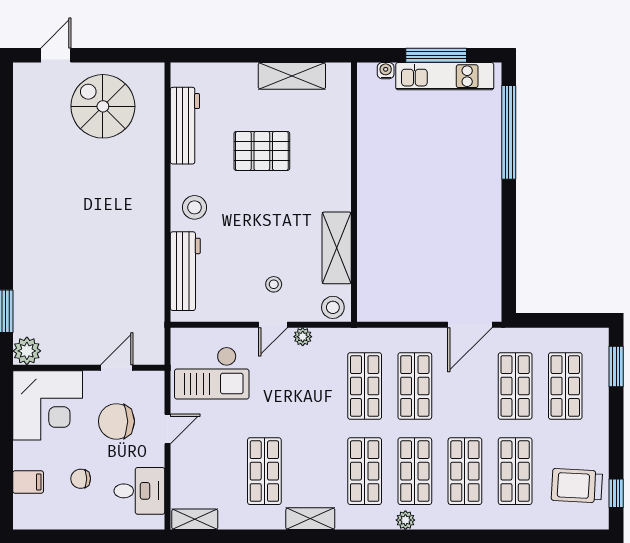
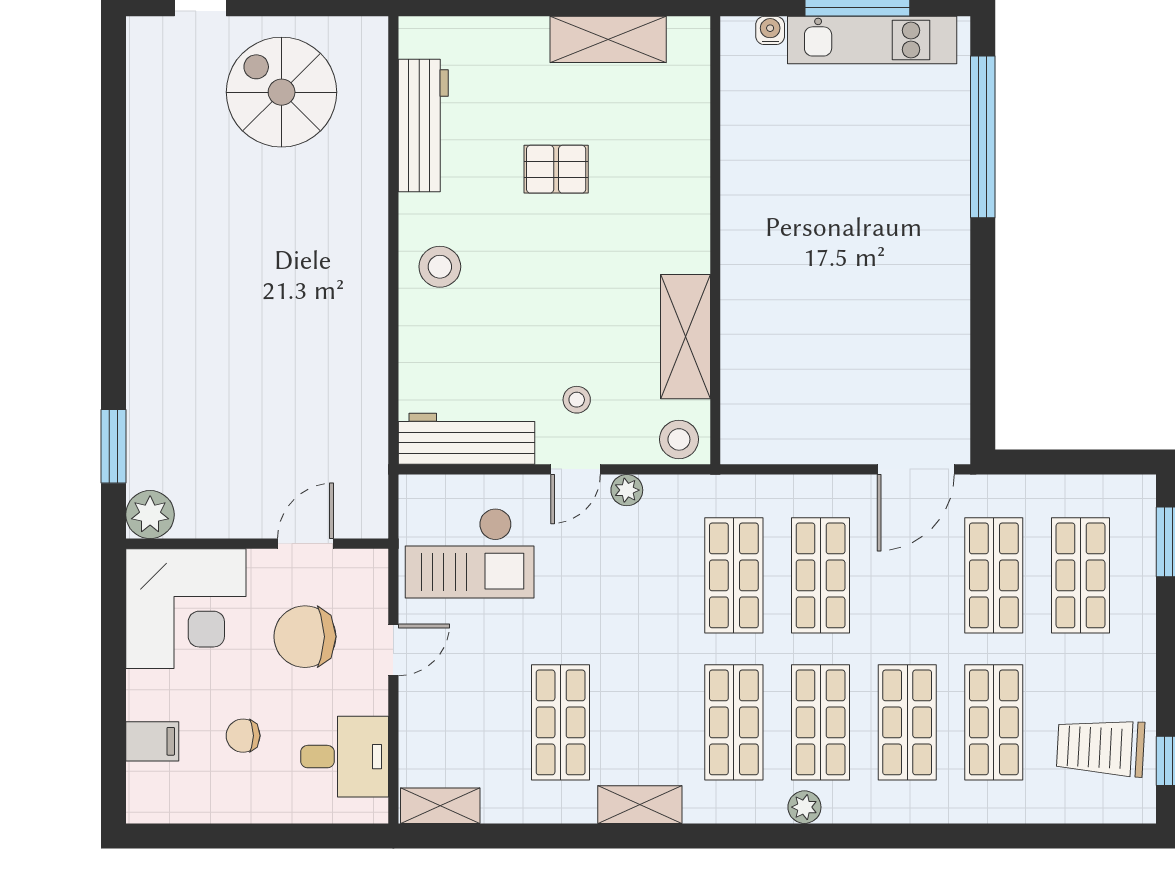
pallet: (262, 151) -> (556, 169), width x0.67, depth x0.71
workbench: (185, 271) -> (466, 439), moved, turned -90

